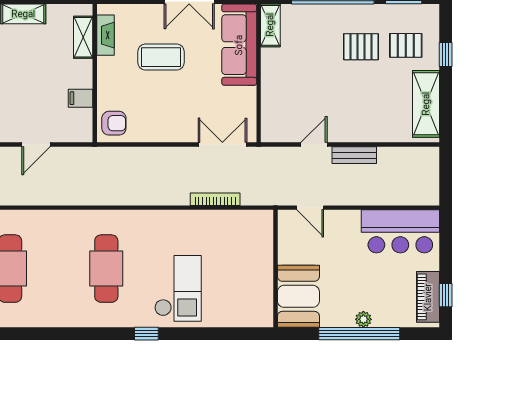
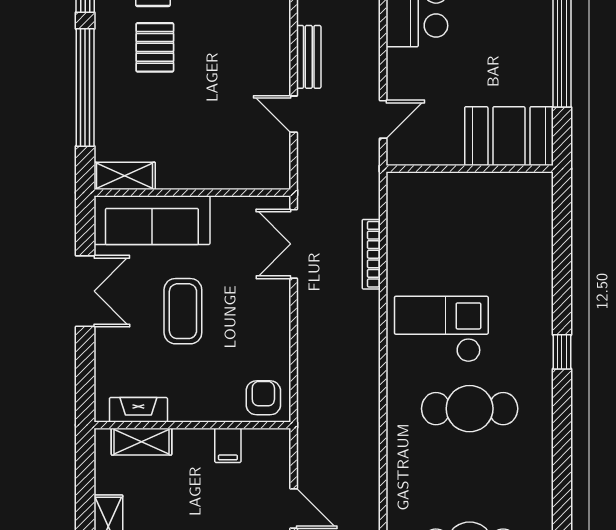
coffee table: (161, 57) -> (183, 311), moved
checkout: (178, 288) -> (441, 329), moved
plant: (363, 319) -> (542, 44), removed

